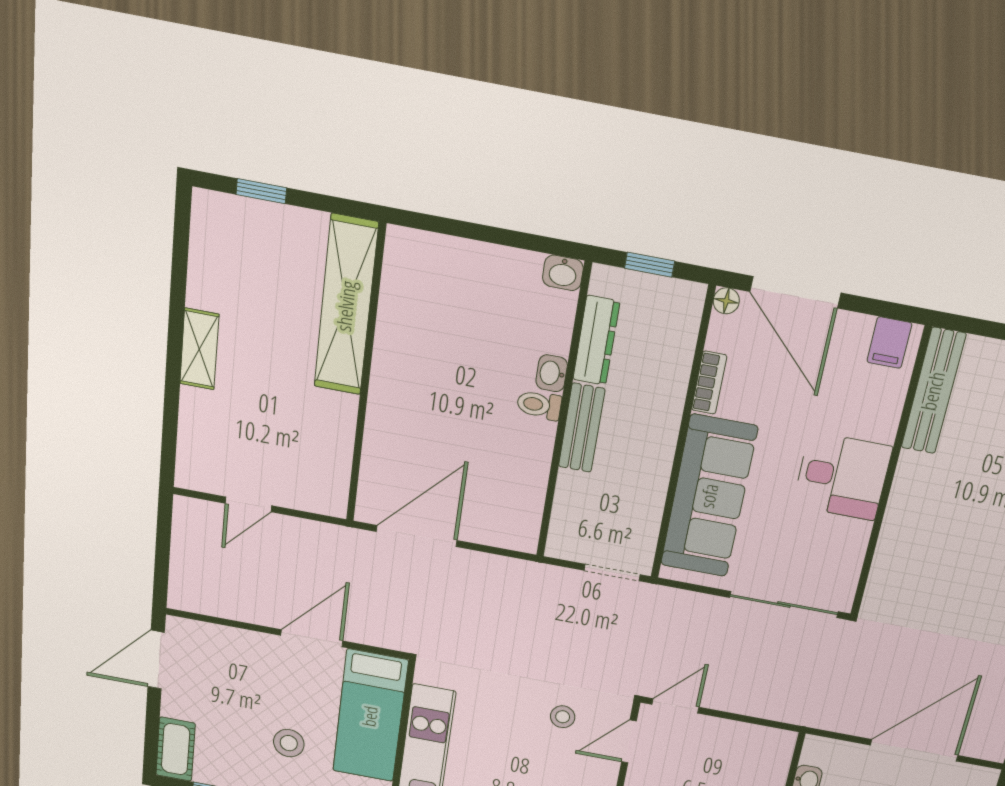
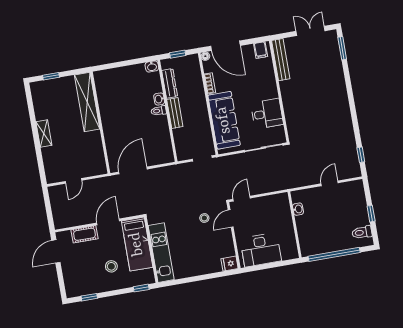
desk: (842, 476) -> (267, 114), moved
cot: (176, 749) -> (84, 234), moved, turned 90
door: (914, 750) -> (330, 183), width x0.53

